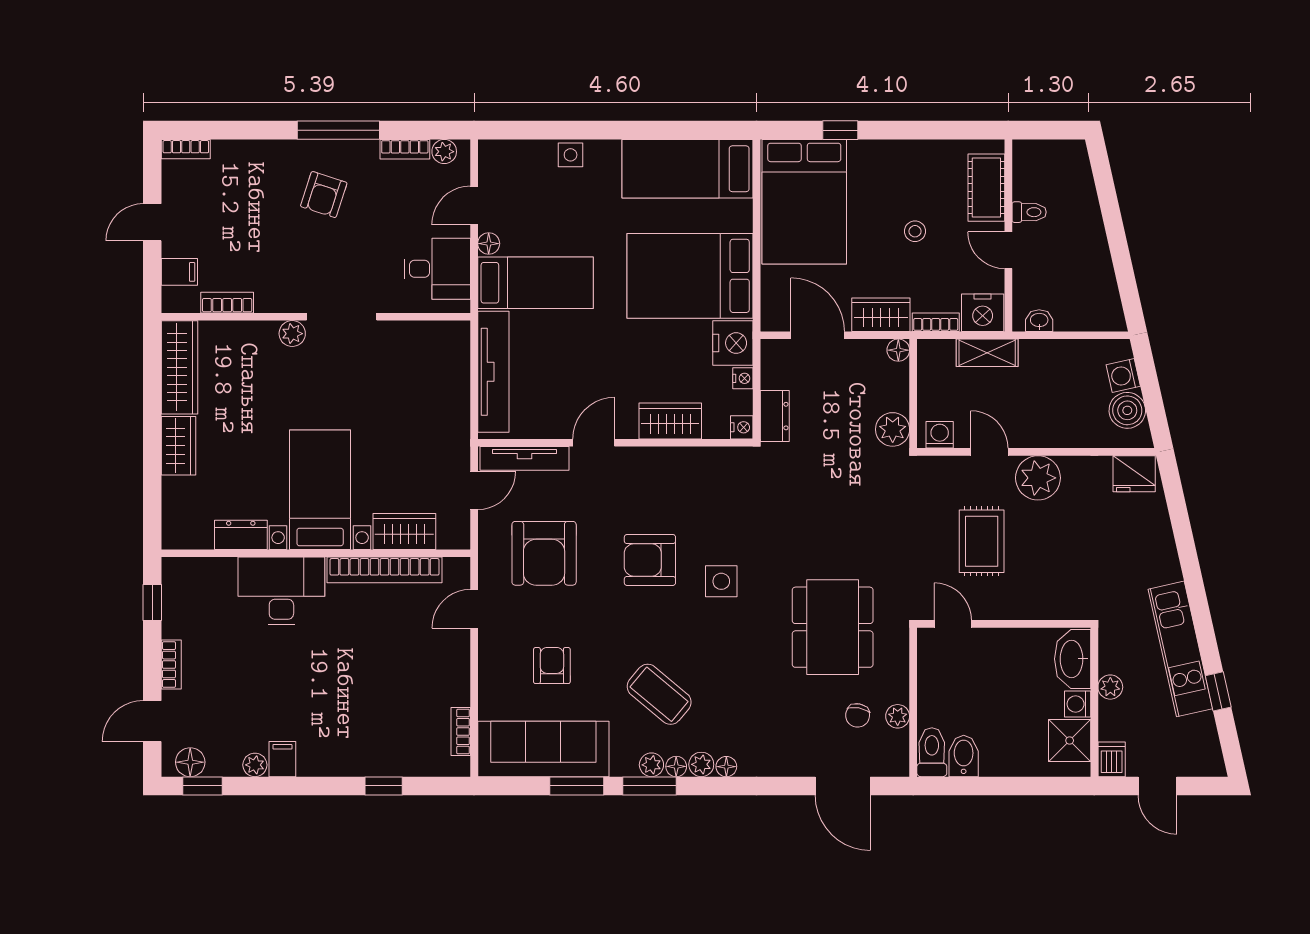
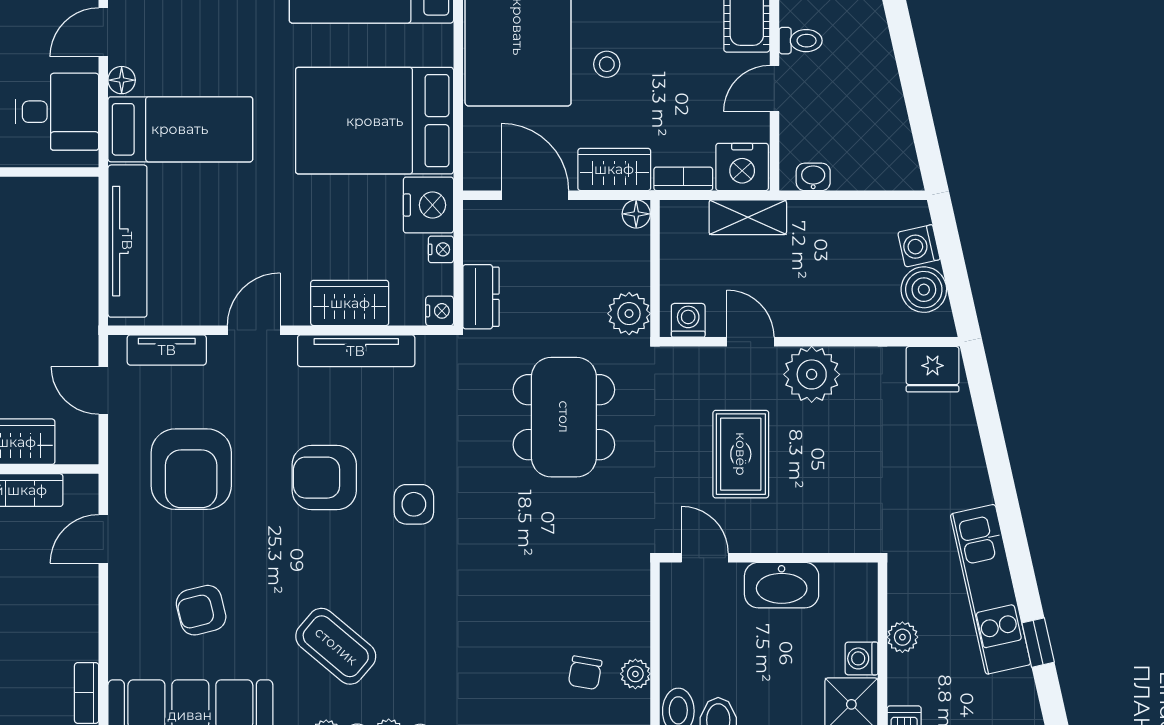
stool: (915, 231) -> (607, 64), moved
door: (1008, 250) -> (774, 89), hinge flipped
tv unit: (525, 458) -> (167, 350), width x0.71
tv unit: (675, 459) -> (356, 351), added
door: (474, 491) -> (103, 390), swing flipped
dining table: (833, 627) -> (564, 417), moved
washbasin: (1073, 659) -> (782, 585), moved, turned -90
armchair: (552, 666) -> (201, 610), turned -104

